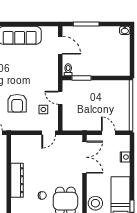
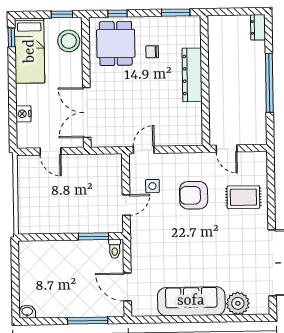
door: (60, 98) -> (126, 205), hinge flipped
armchair: (17, 103) -> (194, 195), turned -90

